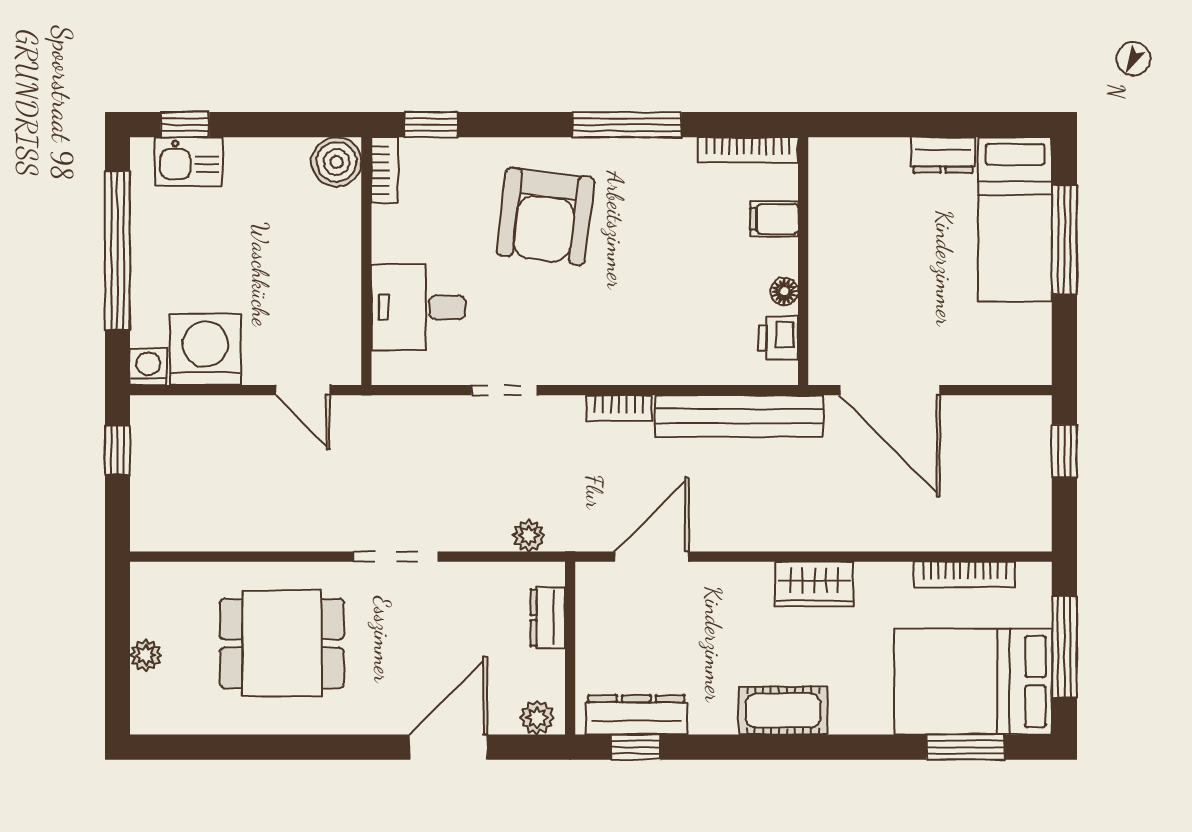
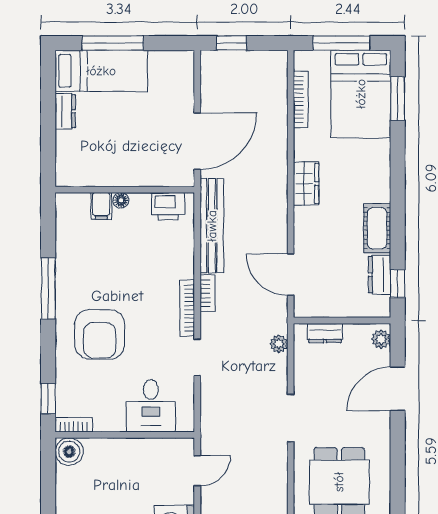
bookcase: (748, 150) -> (187, 308), moved, turned 180
armchair: (545, 216) -> (100, 334), turned 83
floor lamp: (784, 291) -> (121, 200), moved
printer: (778, 338) -> (168, 206), width x1.36, depth x1.24
cot: (783, 711) -> (377, 228), moved
dresser: (636, 715) -> (379, 275), width x0.70
door: (448, 747) -> (398, 389), hinge flipped

